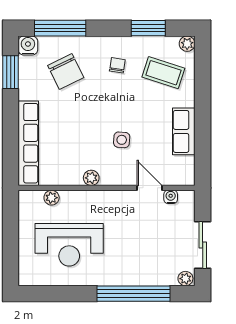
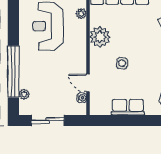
plant: (91, 178) -> (100, 37), width x1.88, depth x1.88
door: (150, 188) -> (88, 83), swing flipped
plant: (185, 279) -> (24, 94), moved

